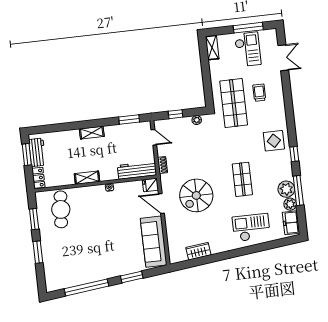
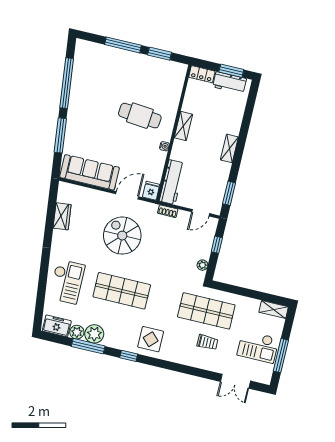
shop shelf: (242, 179) -> (122, 291), width x1.43, depth x1.36
cafe table: (61, 209) -> (140, 116), moved
window: (38, 252) -> (123, 45), width x1.44
window: (132, 277) -> (60, 135), width x1.44

